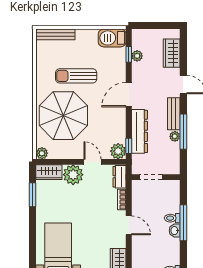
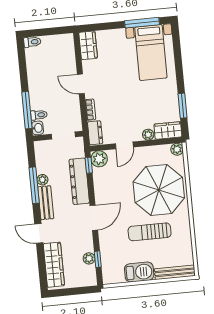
barbecue: (112, 38) -> (139, 272), moved
wardrobe: (172, 53) -> (54, 265), width x1.50
sun lounger: (76, 76) -> (150, 232), turned 180
door: (92, 162) -> (124, 145), hinge flipped
plant: (73, 175) -> (148, 135), width x0.53, depth x0.53
toilet: (172, 218) -> (39, 115), moved
window: (183, 223) -> (27, 110), moved
washbasin: (175, 231) -> (38, 128), moved

